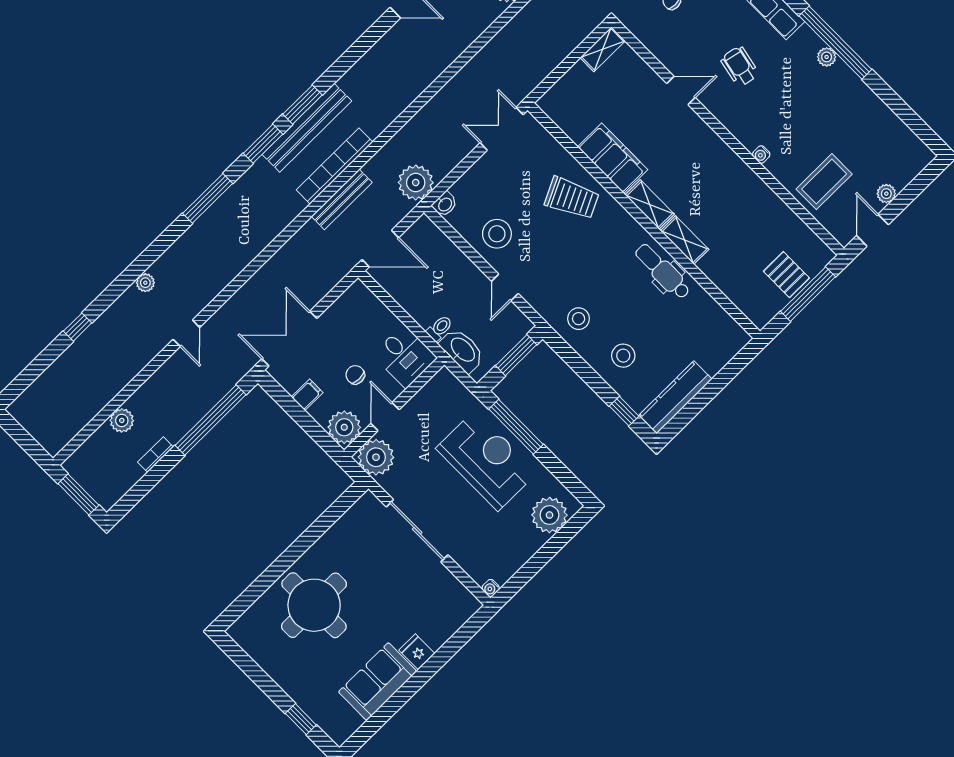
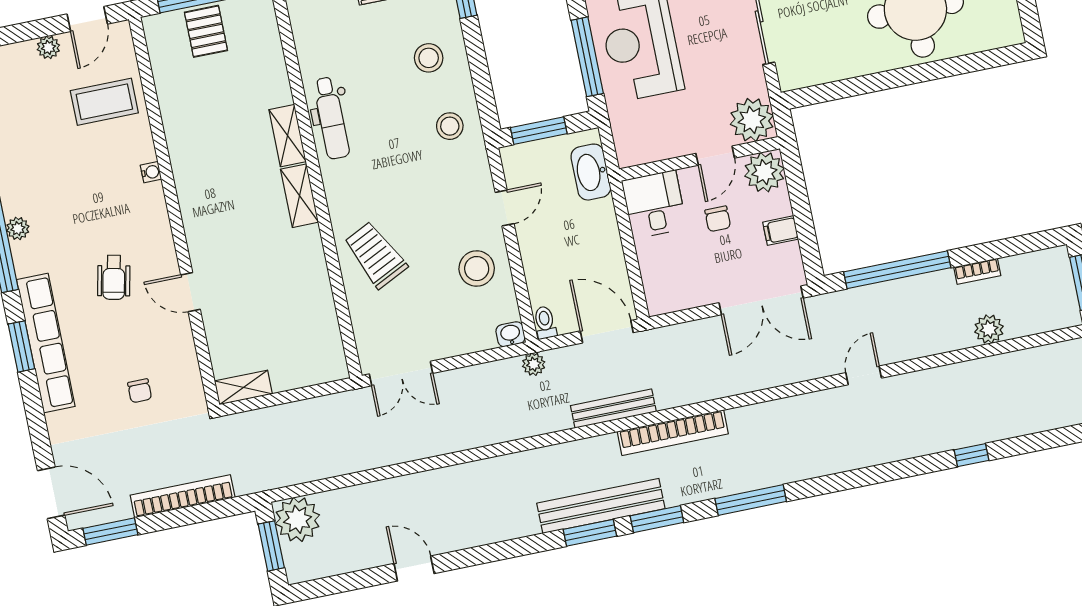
filing cabinet: (613, 158) -> (307, 268), removed
bookcase: (335, 166) -> (673, 433), moved
plant: (416, 183) -> (534, 364), width x0.53, depth x0.53
plant: (145, 283) -> (872, 455), removed
toilet: (439, 328) -> (545, 322), moved, turned 90

